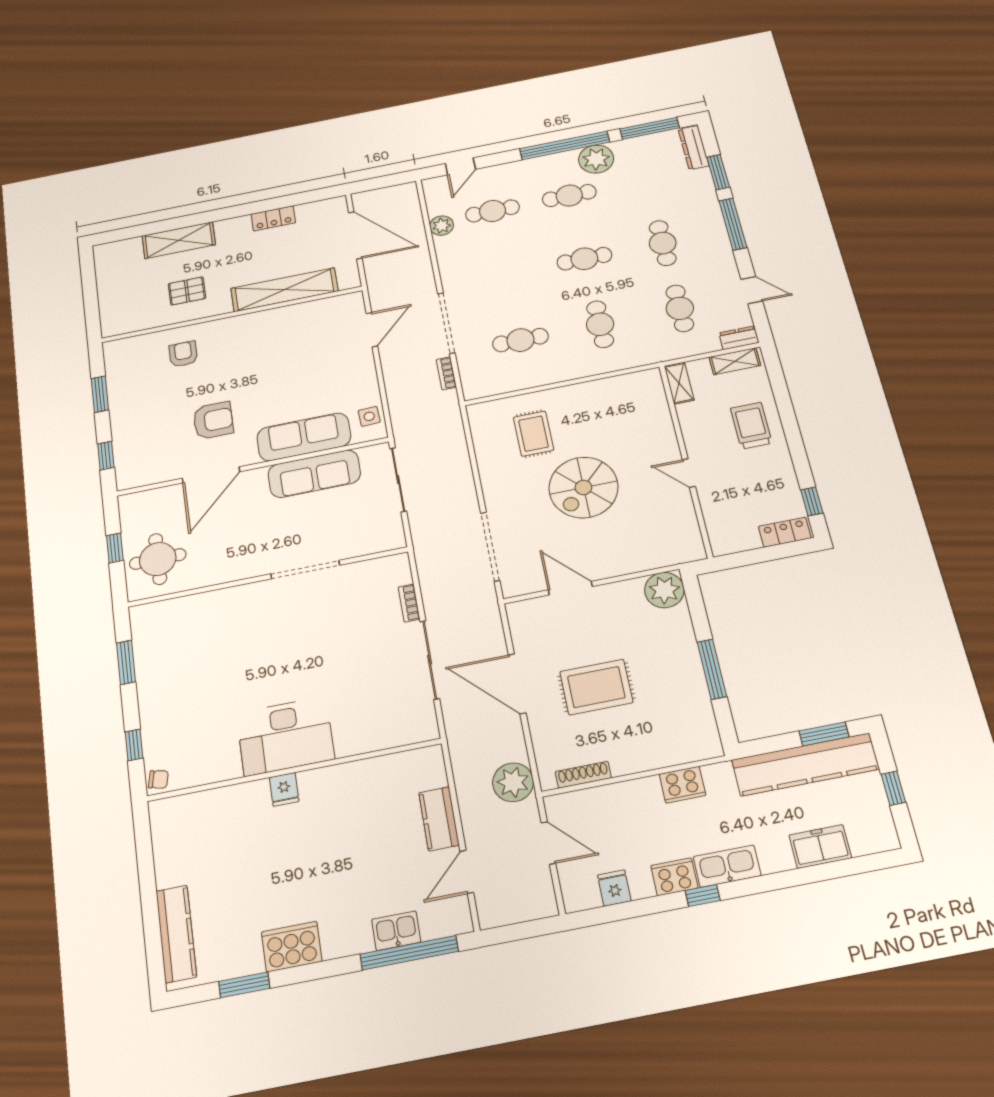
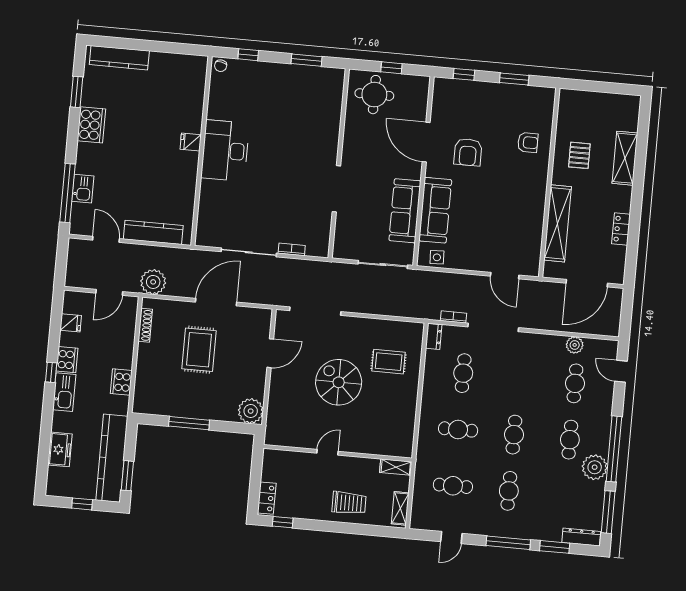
cafe table: (663, 243) -> (509, 491), turned 90
dresser: (739, 338) -> (434, 337), moved
kitchen counter: (439, 819) -> (153, 232), width x1.50

